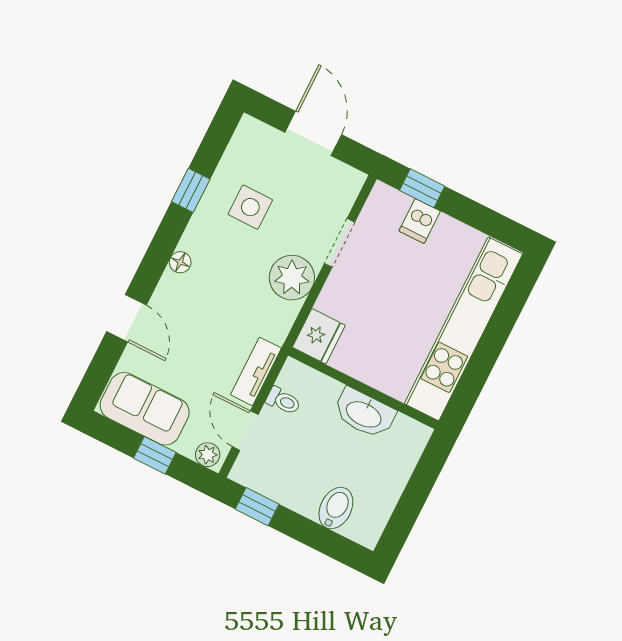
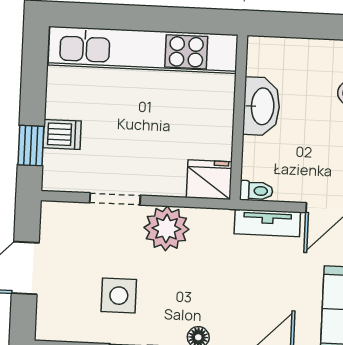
toilet: (283, 401) -> (256, 191), moved, turned 90

